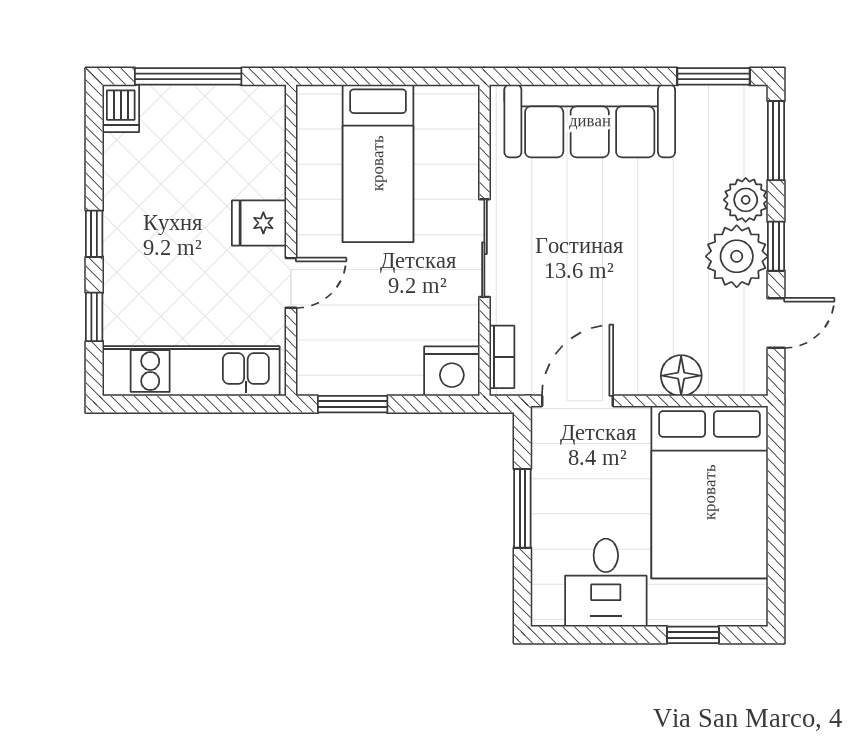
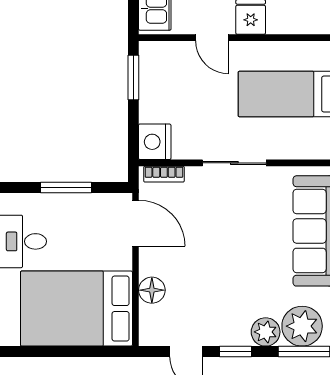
plant: (737, 256) -> (302, 326), moved

